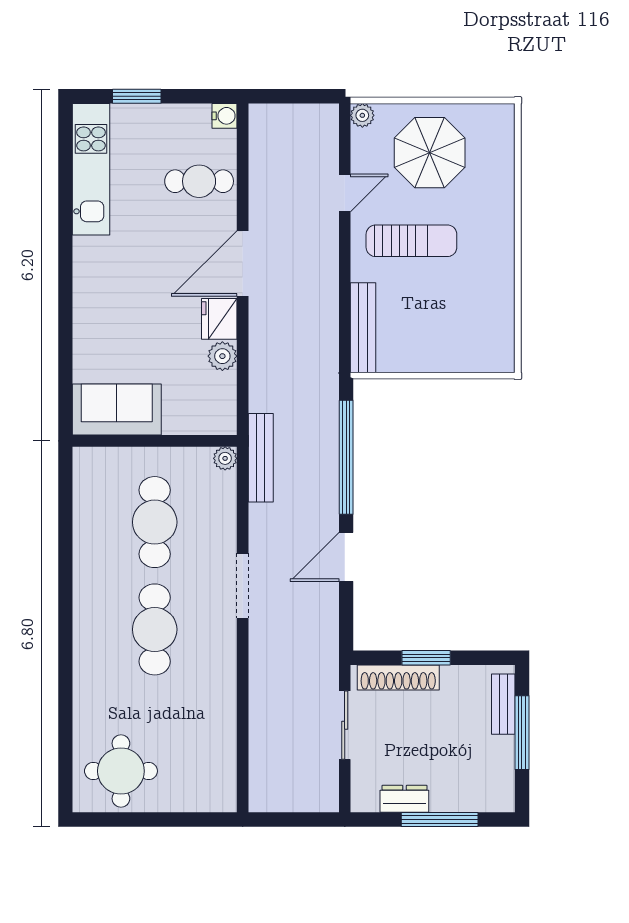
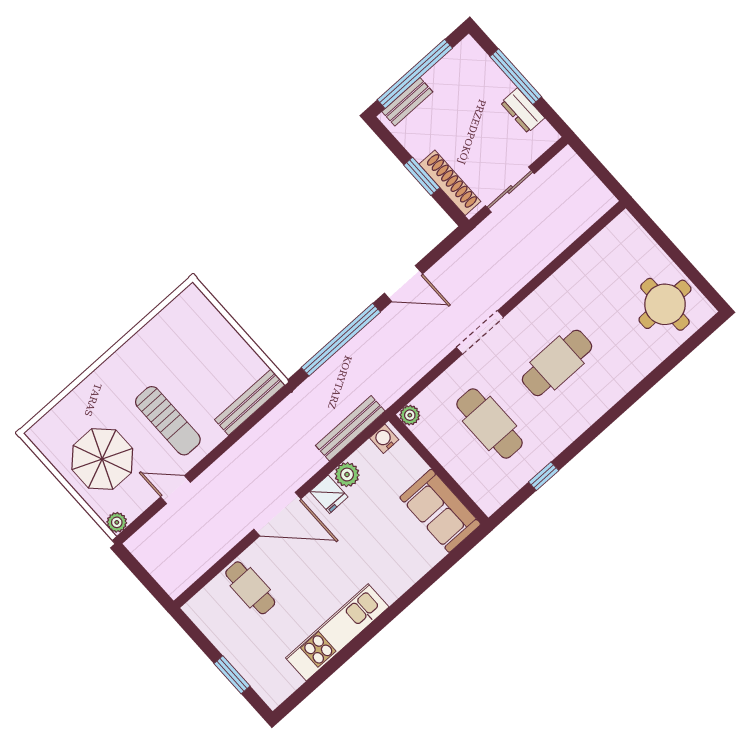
water cooler: (225, 116) -> (384, 439), moved
kitchen unit: (91, 169) -> (337, 632), moved
sun lounger: (411, 241) -> (168, 421), turned 180
fridge: (219, 319) -> (329, 494), width x0.72
bench: (261, 458) -> (350, 428), moved
cafe table: (155, 522) -> (490, 423), turned 90
window: (65, 528) -> (544, 476), added
window: (522, 733) -> (415, 74), width x1.46

